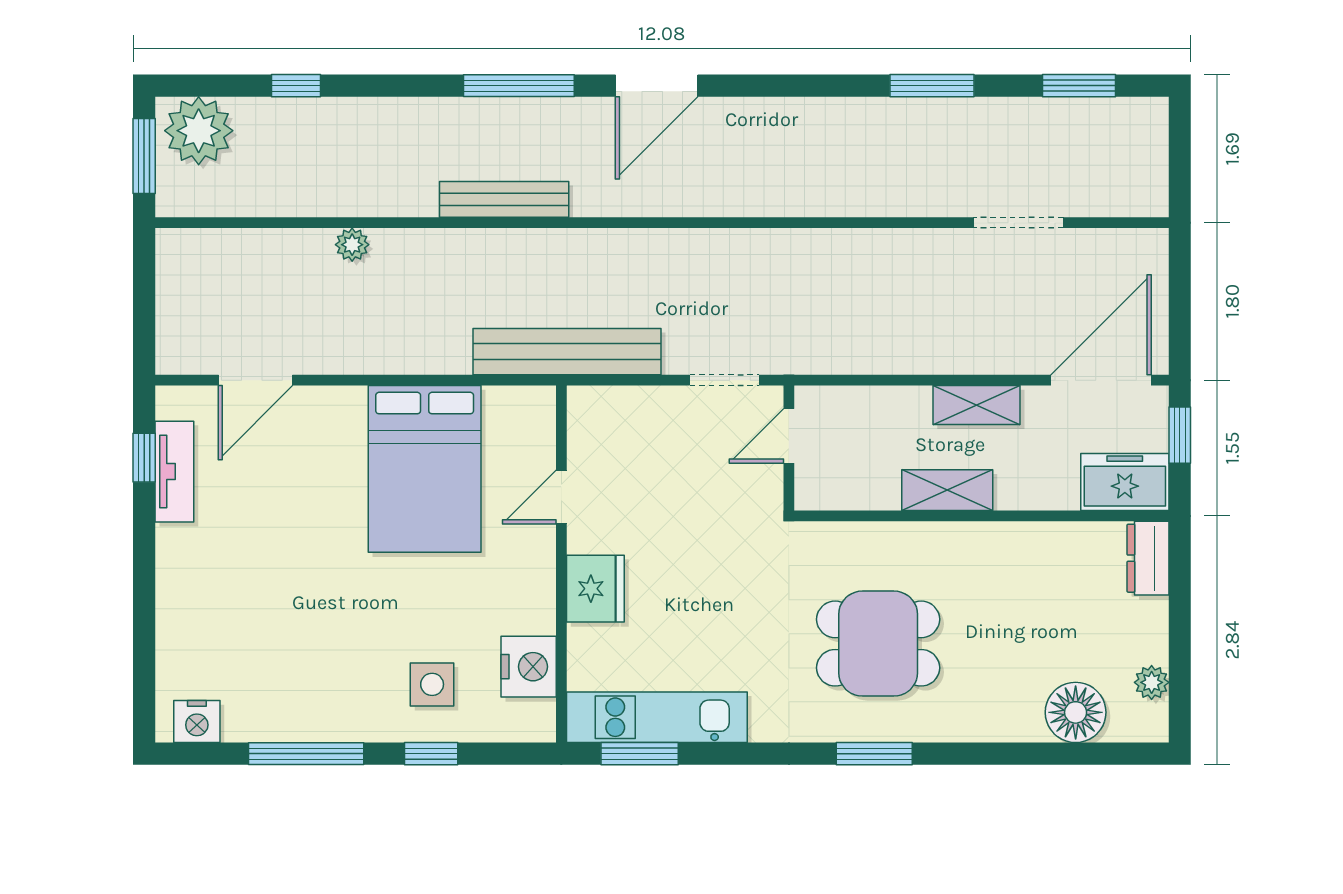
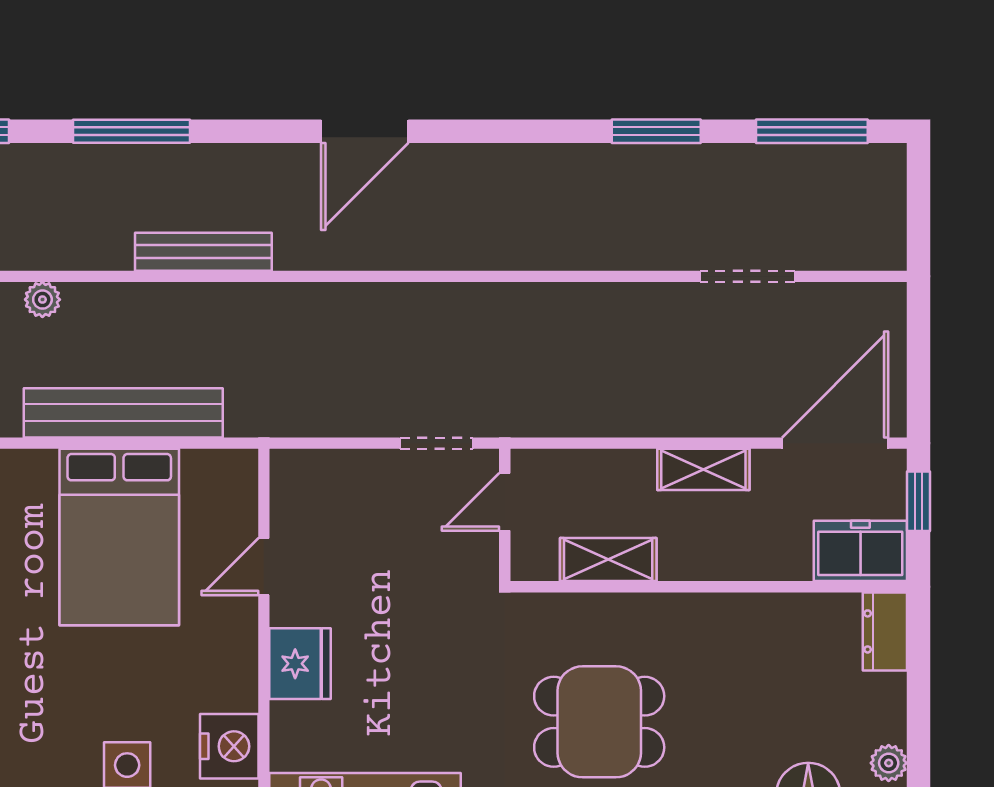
window: (519, 86) -> (132, 131), moved
window: (1079, 86) -> (812, 131), width x1.44
bench: (567, 352) -> (123, 413), moved
shelving: (947, 490) -> (608, 559), moved

